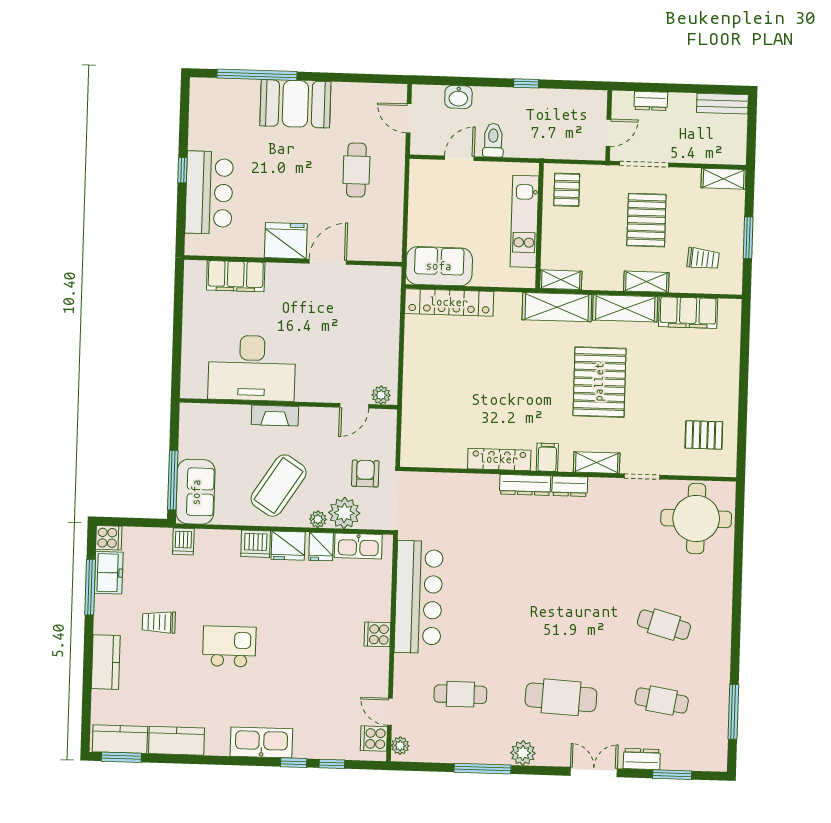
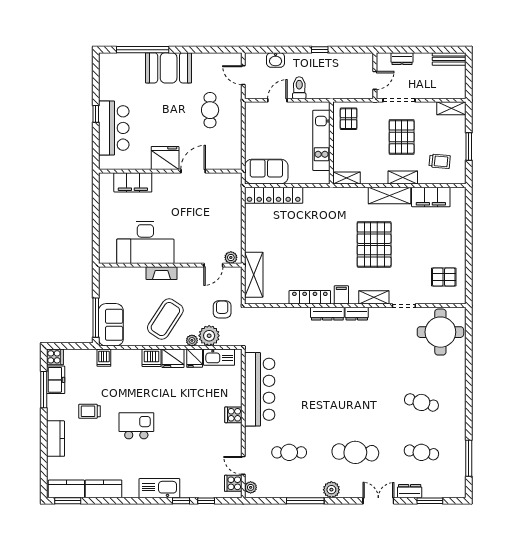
shelving: (557, 307) -> (254, 275), moved, turned 90

